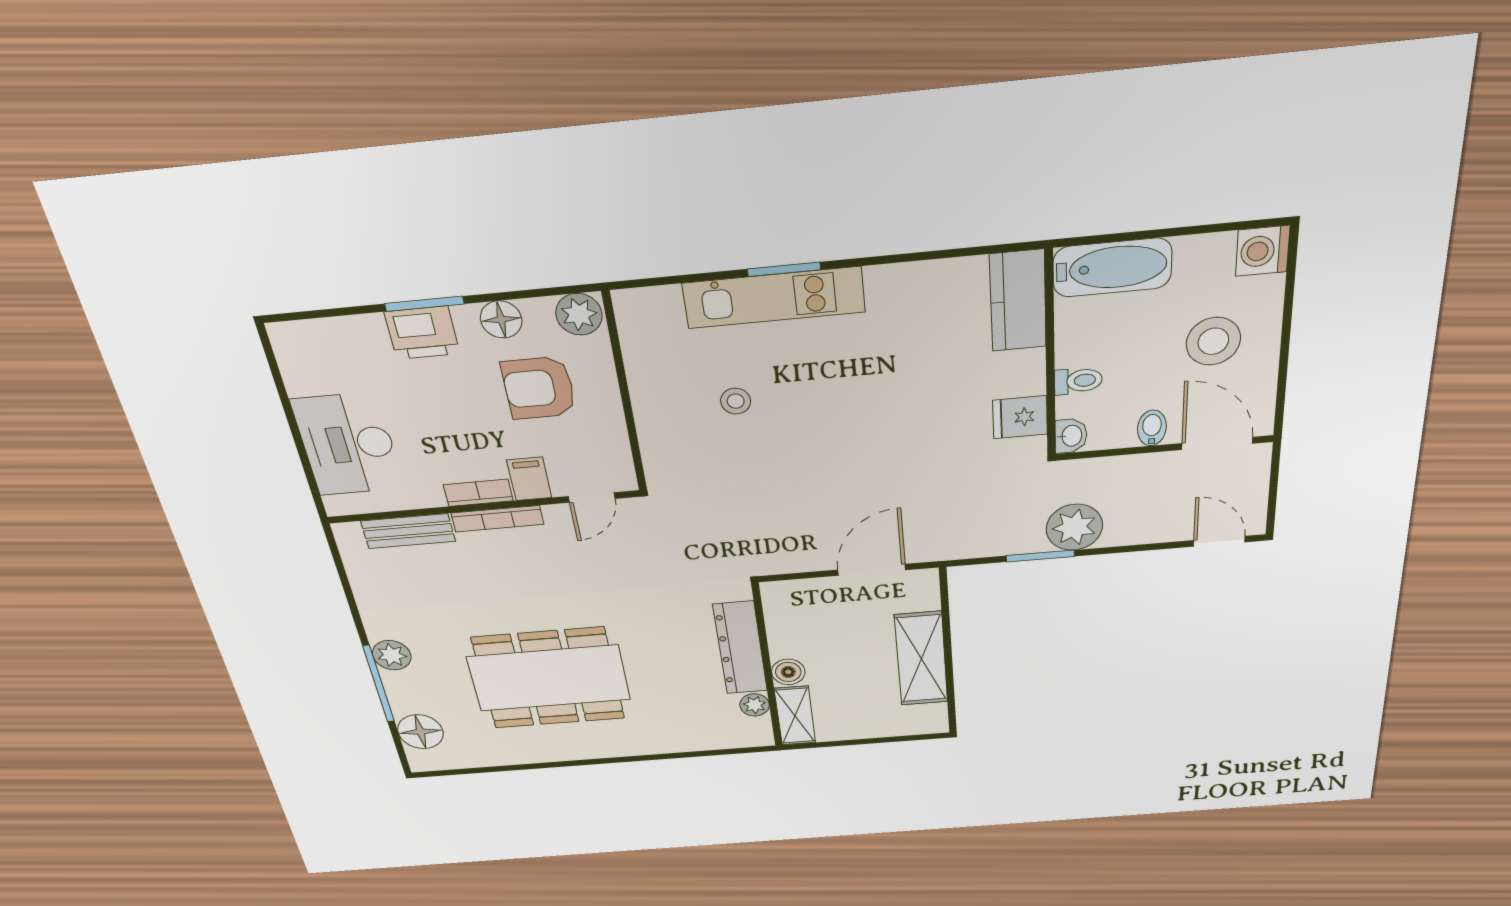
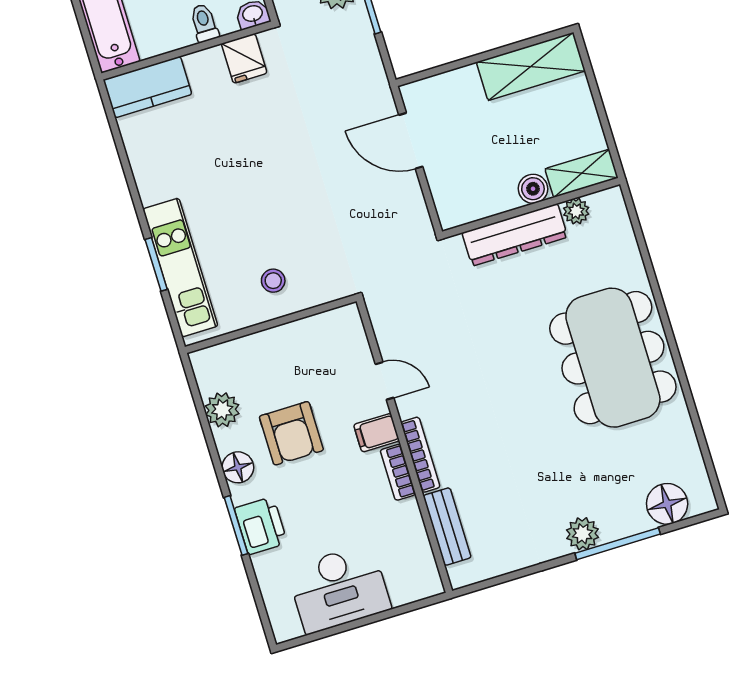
wall: (625, 394) -> (271, 324), moved
desk: (348, 444) -> (339, 589), moved
shelving: (921, 659) -> (531, 66), moved
dining table: (549, 678) -> (613, 358), moved

